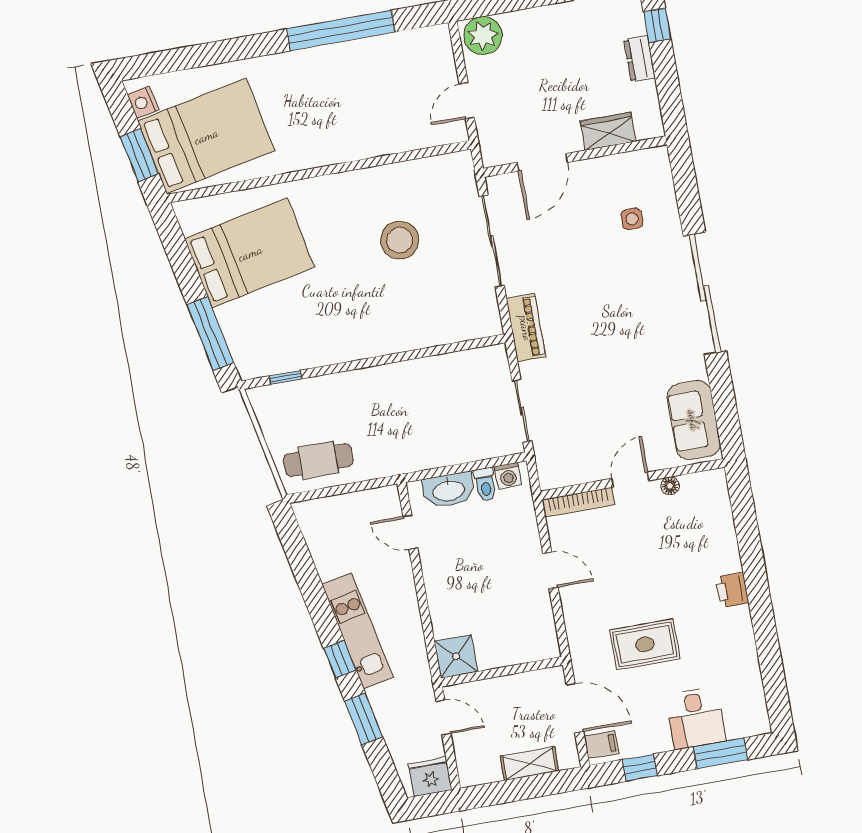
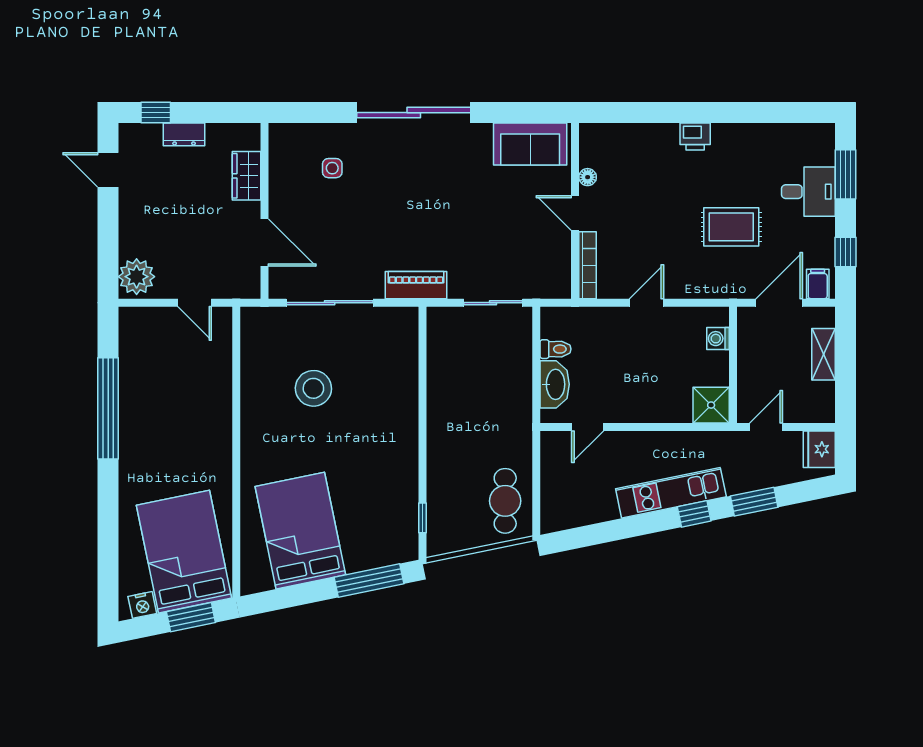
washing machine: (508, 476) -> (718, 339), moved, turned 180
rug: (645, 644) -> (731, 227), turned 90

